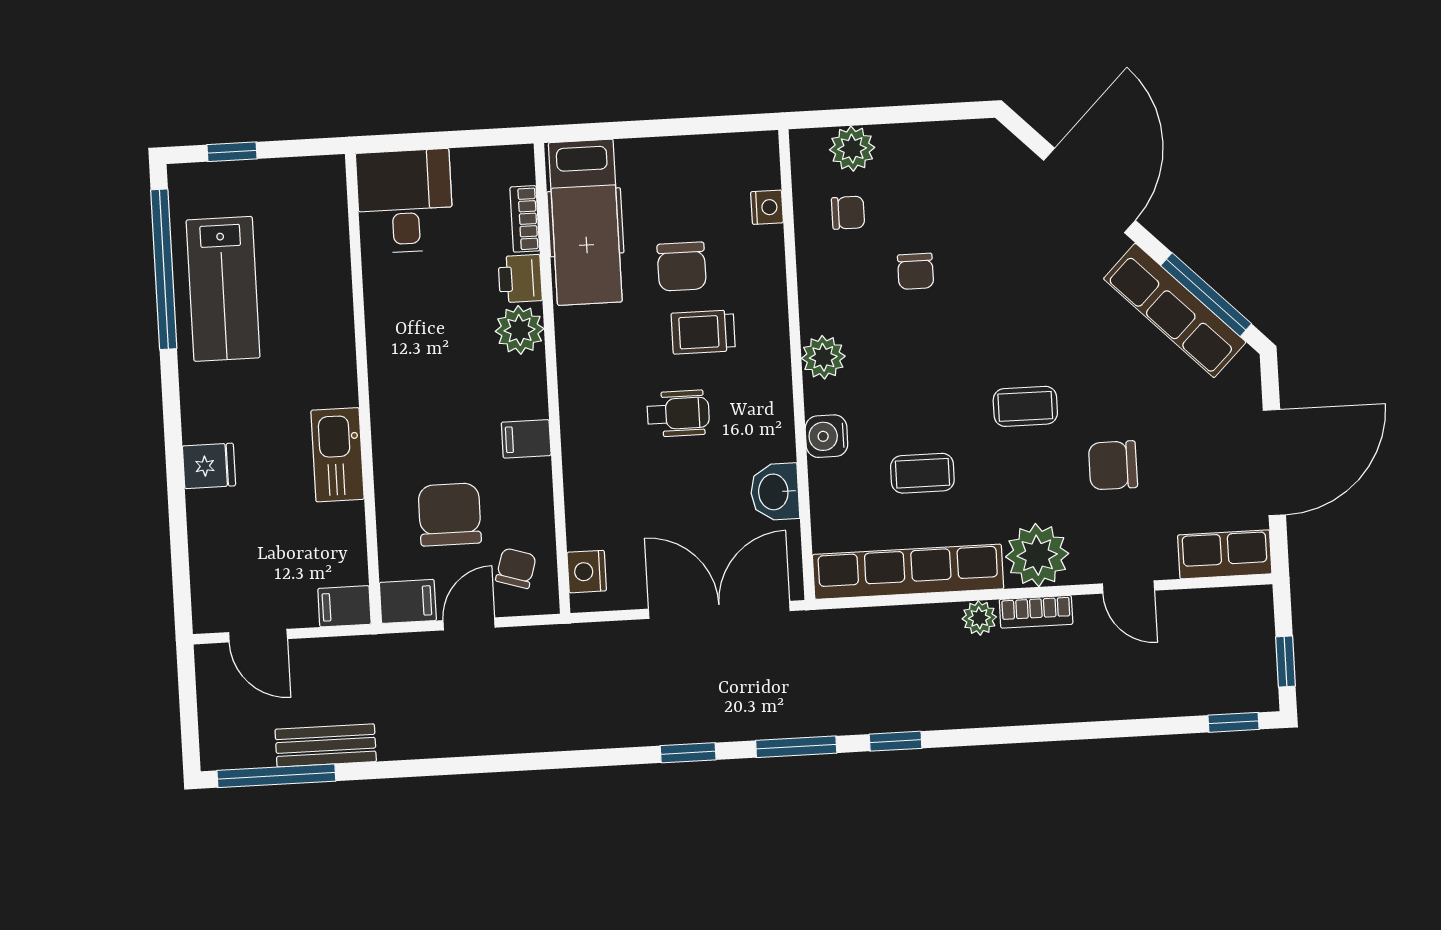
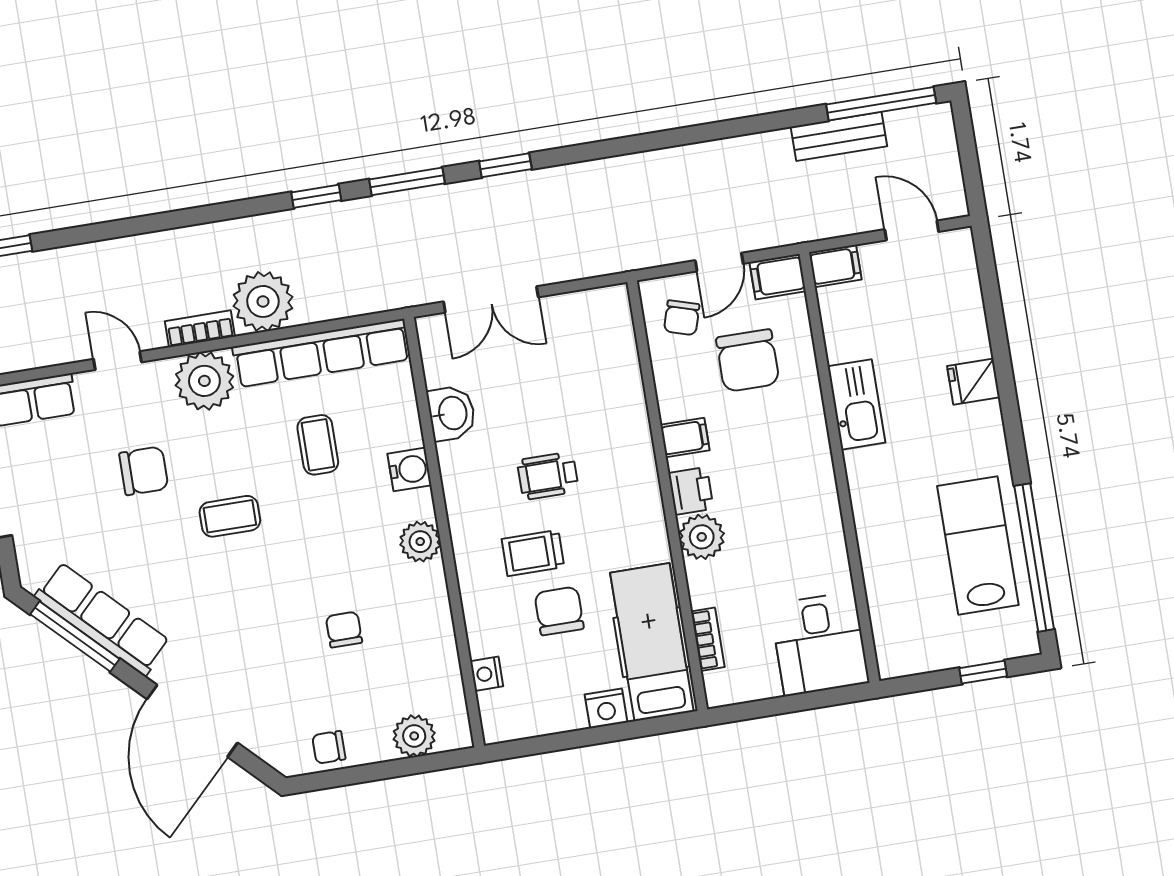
chair: (848, 213) -> (329, 747), moved
printer: (520, 279) -> (691, 491), moved
trolley: (703, 332) -> (533, 553), turned 180
coffee table: (922, 473) -> (318, 445), turned 90
nightstand: (587, 572) -> (606, 708), moved, turned 90
double door: (719, 610) -> (491, 299), width x0.73
plant: (979, 618) -> (263, 301), width x1.87, depth x1.87

